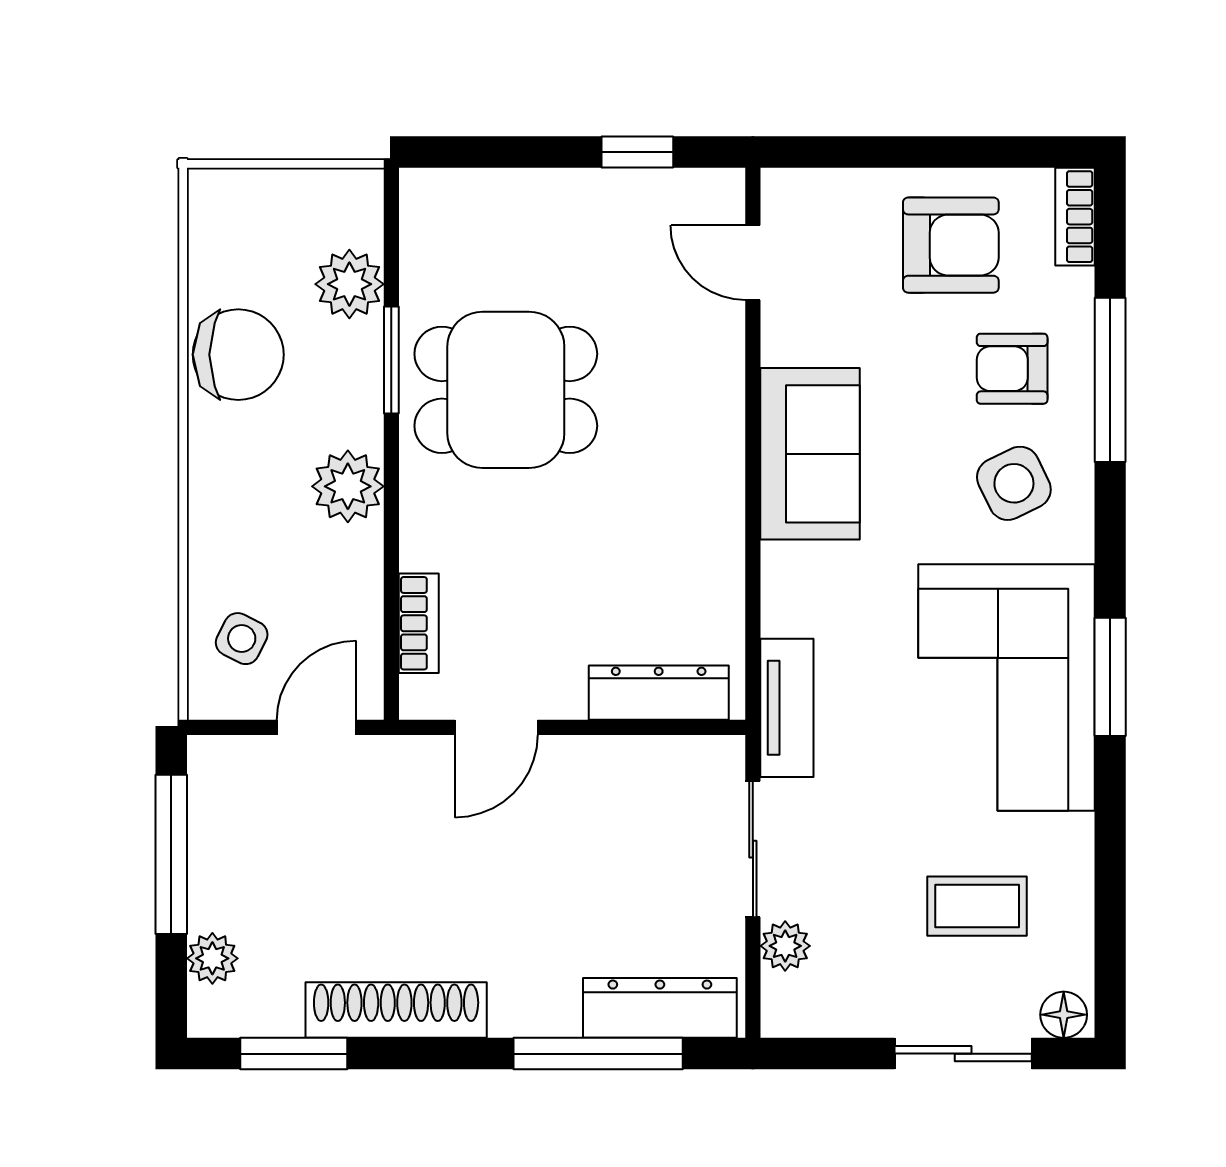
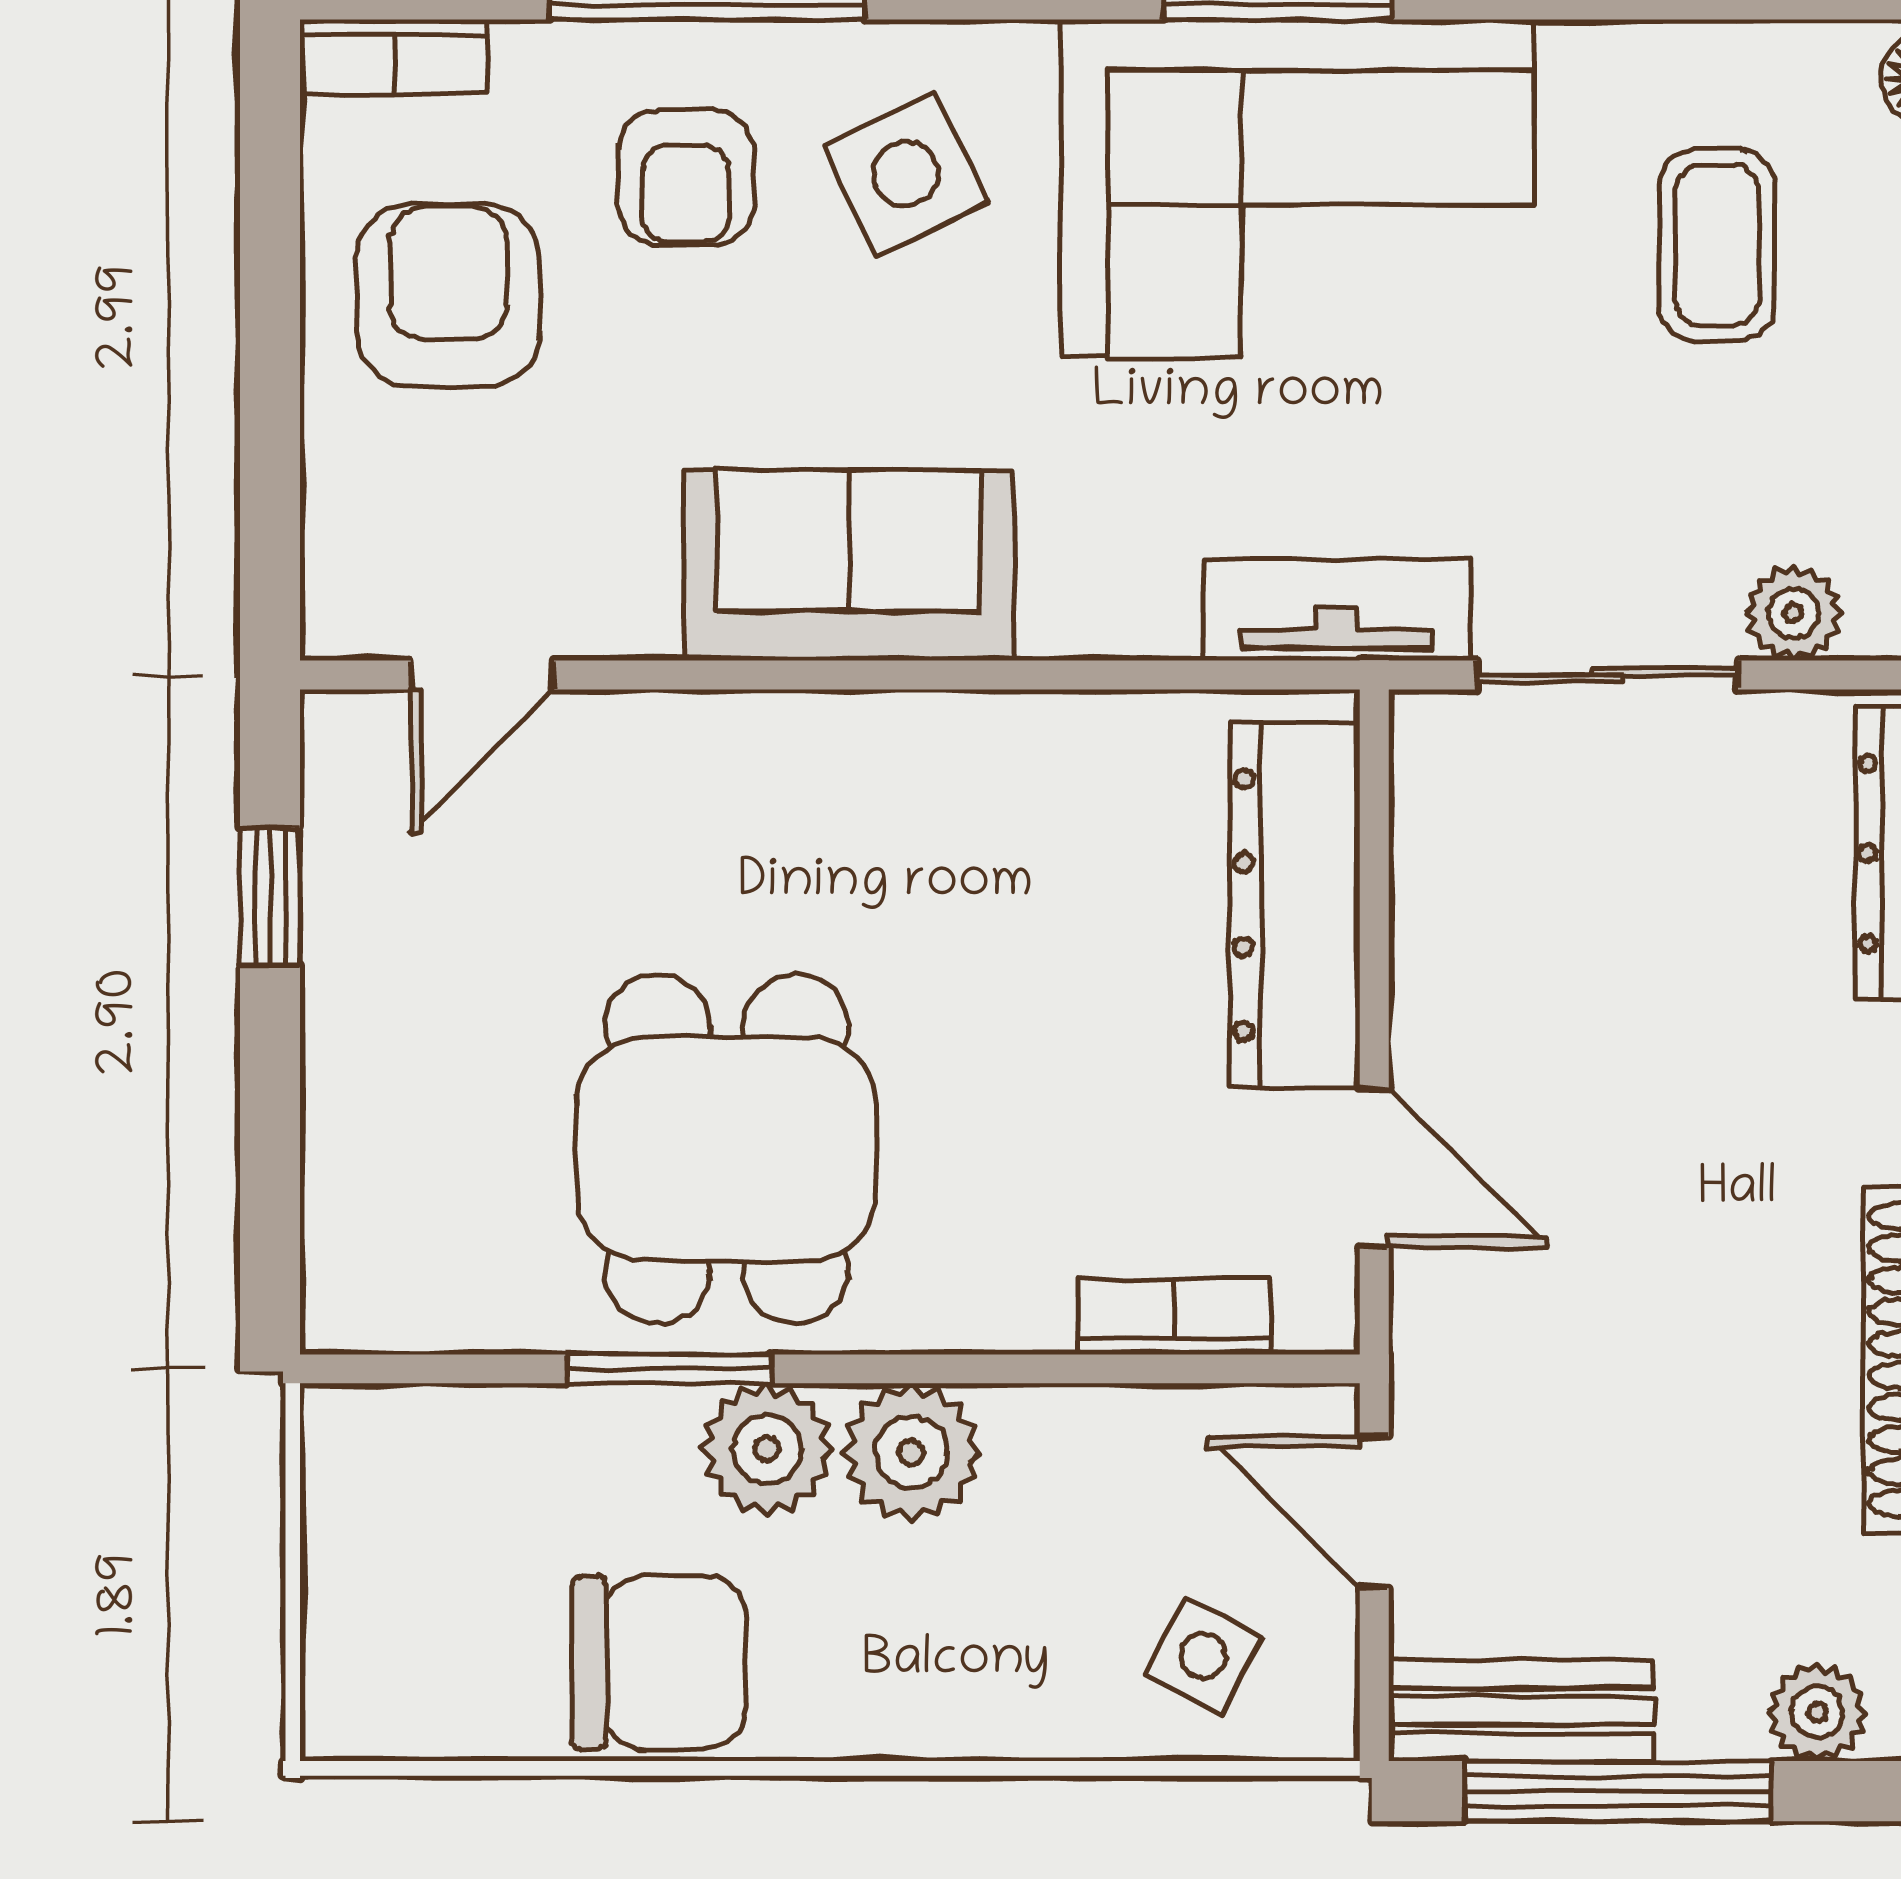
plant: (349, 284) -> (767, 1449), moved
chair: (238, 355) -> (659, 1662), turned 90
dresser: (659, 693) -> (1295, 905), width x1.37, depth x1.24
bench: (213, 804) -> (1521, 1711), added

